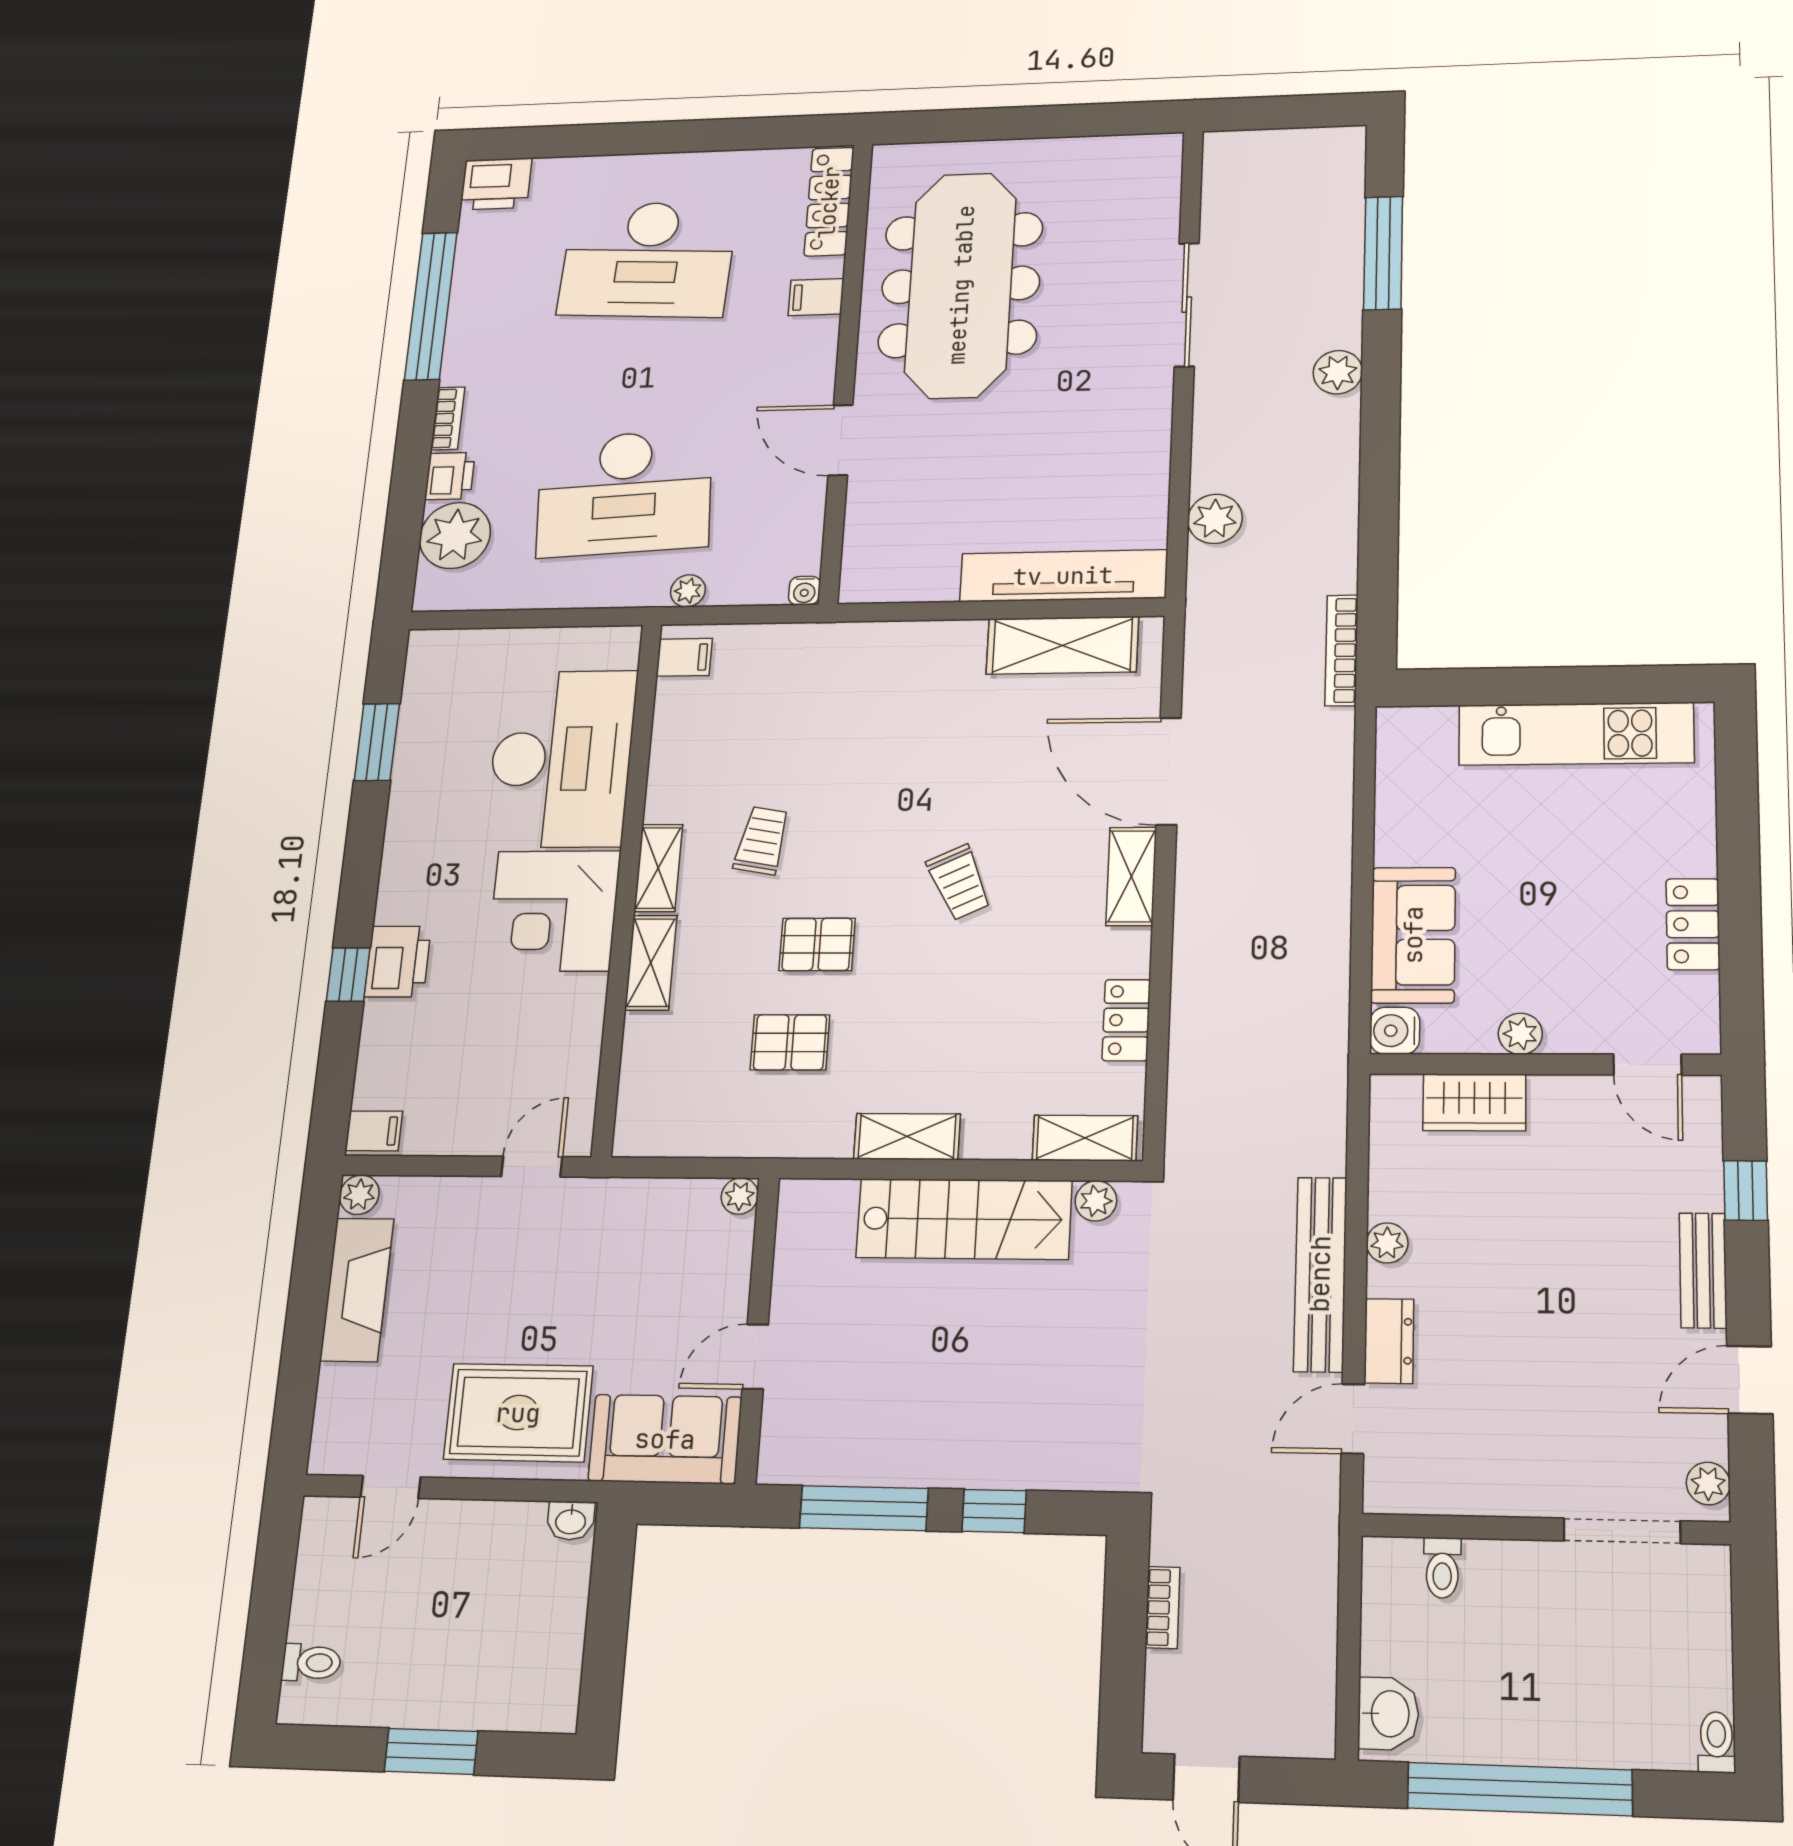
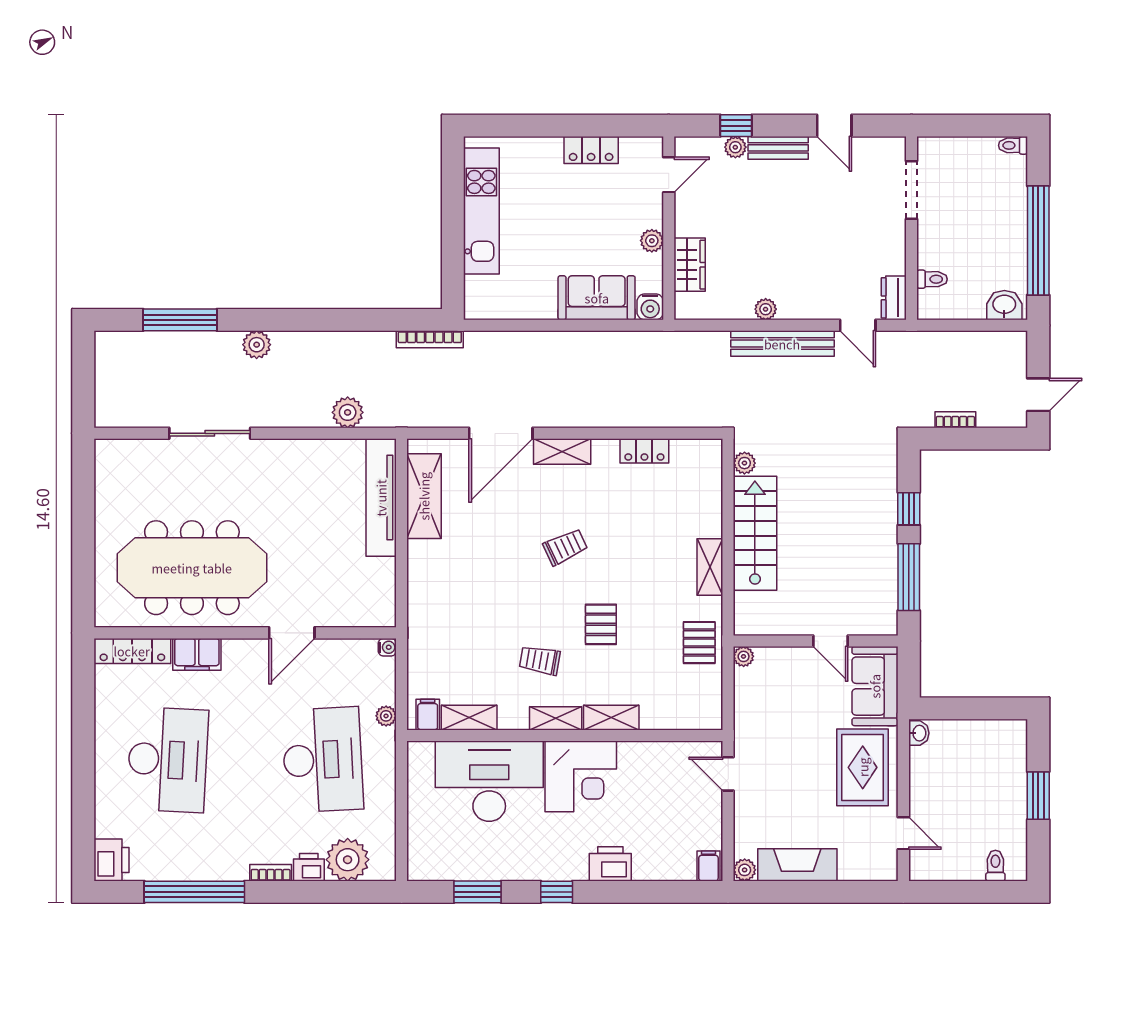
filing cabinet: (816, 297) -> (197, 654), width x2.00
window: (348, 975) -> (557, 892), moved
pallet: (790, 1042) -> (699, 643), moved
shelving: (1085, 1138) -> (469, 718), moved, turned 90
dresser: (1389, 1341) -> (894, 298), moved, turned -90
plant: (1708, 1483) -> (735, 147), moved

